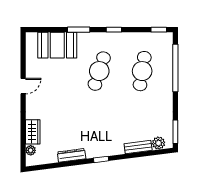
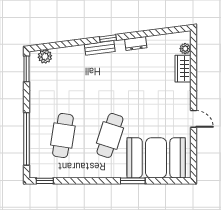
window: (114, 30) -> (94, 181), removed
booth: (57, 45) -> (156, 158), width x1.36, depth x1.42
door: (23, 86) -> (193, 119), swing flipped
bench: (138, 147) -> (100, 48), moved
dresser: (72, 155) -> (136, 44), width x0.70

